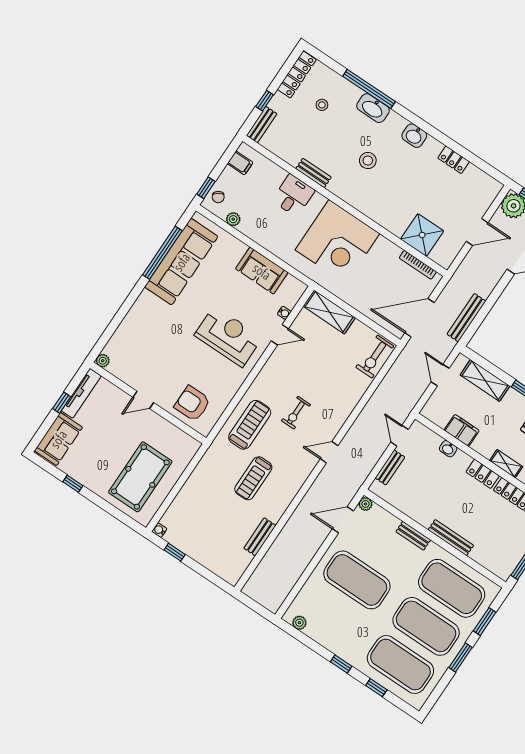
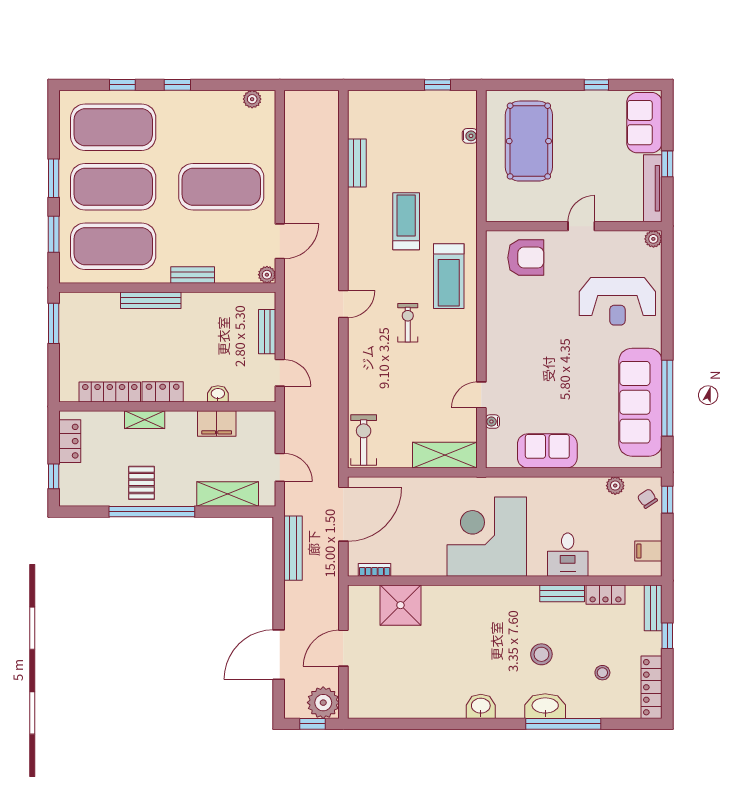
locker: (454, 160) -> (605, 595), moved, turned 180
stool: (368, 161) -> (541, 654), moved
bookcase: (418, 265) -> (375, 570), width x0.64
reception desk: (228, 336) -> (617, 301), moved
water cooler: (159, 530) -> (470, 136), moved

